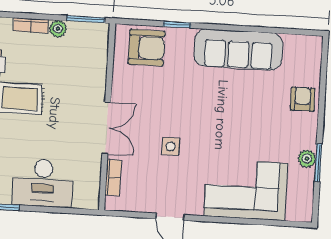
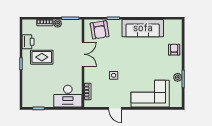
armchair: (147, 48) -> (100, 30), turned 81
double door: (106, 128) -> (83, 54), moved
desk: (43, 183) -> (68, 96), moved

